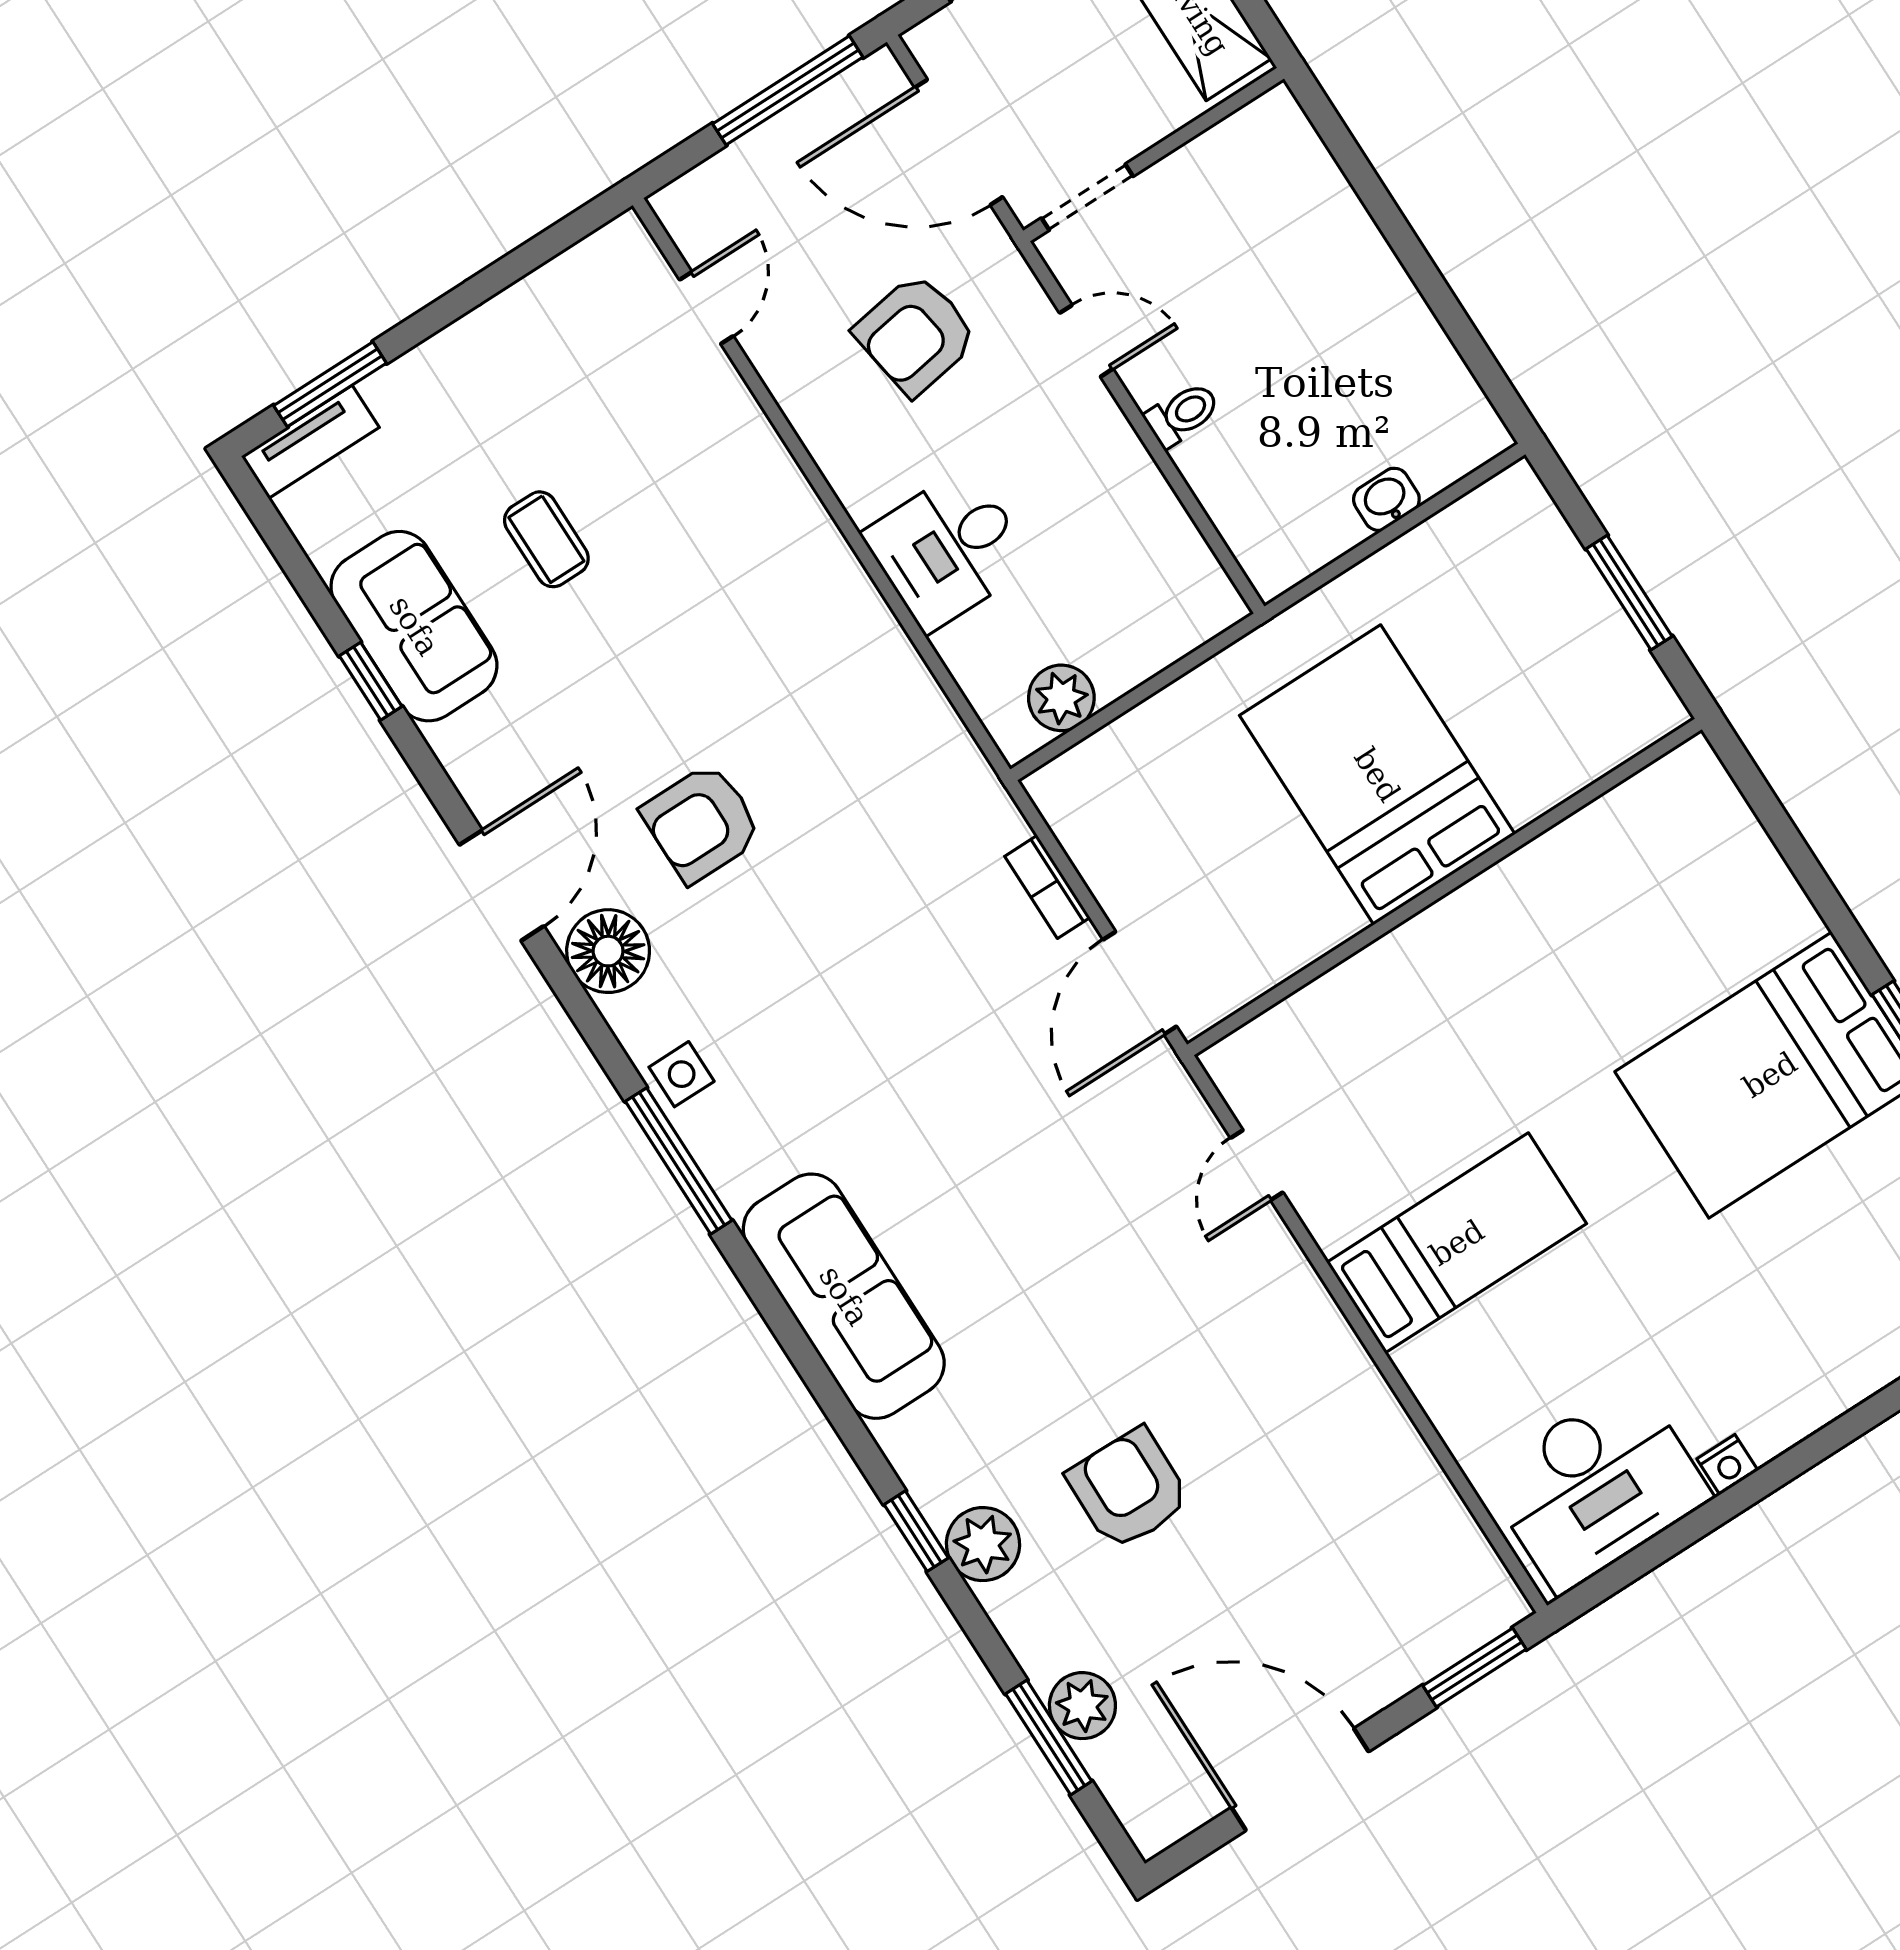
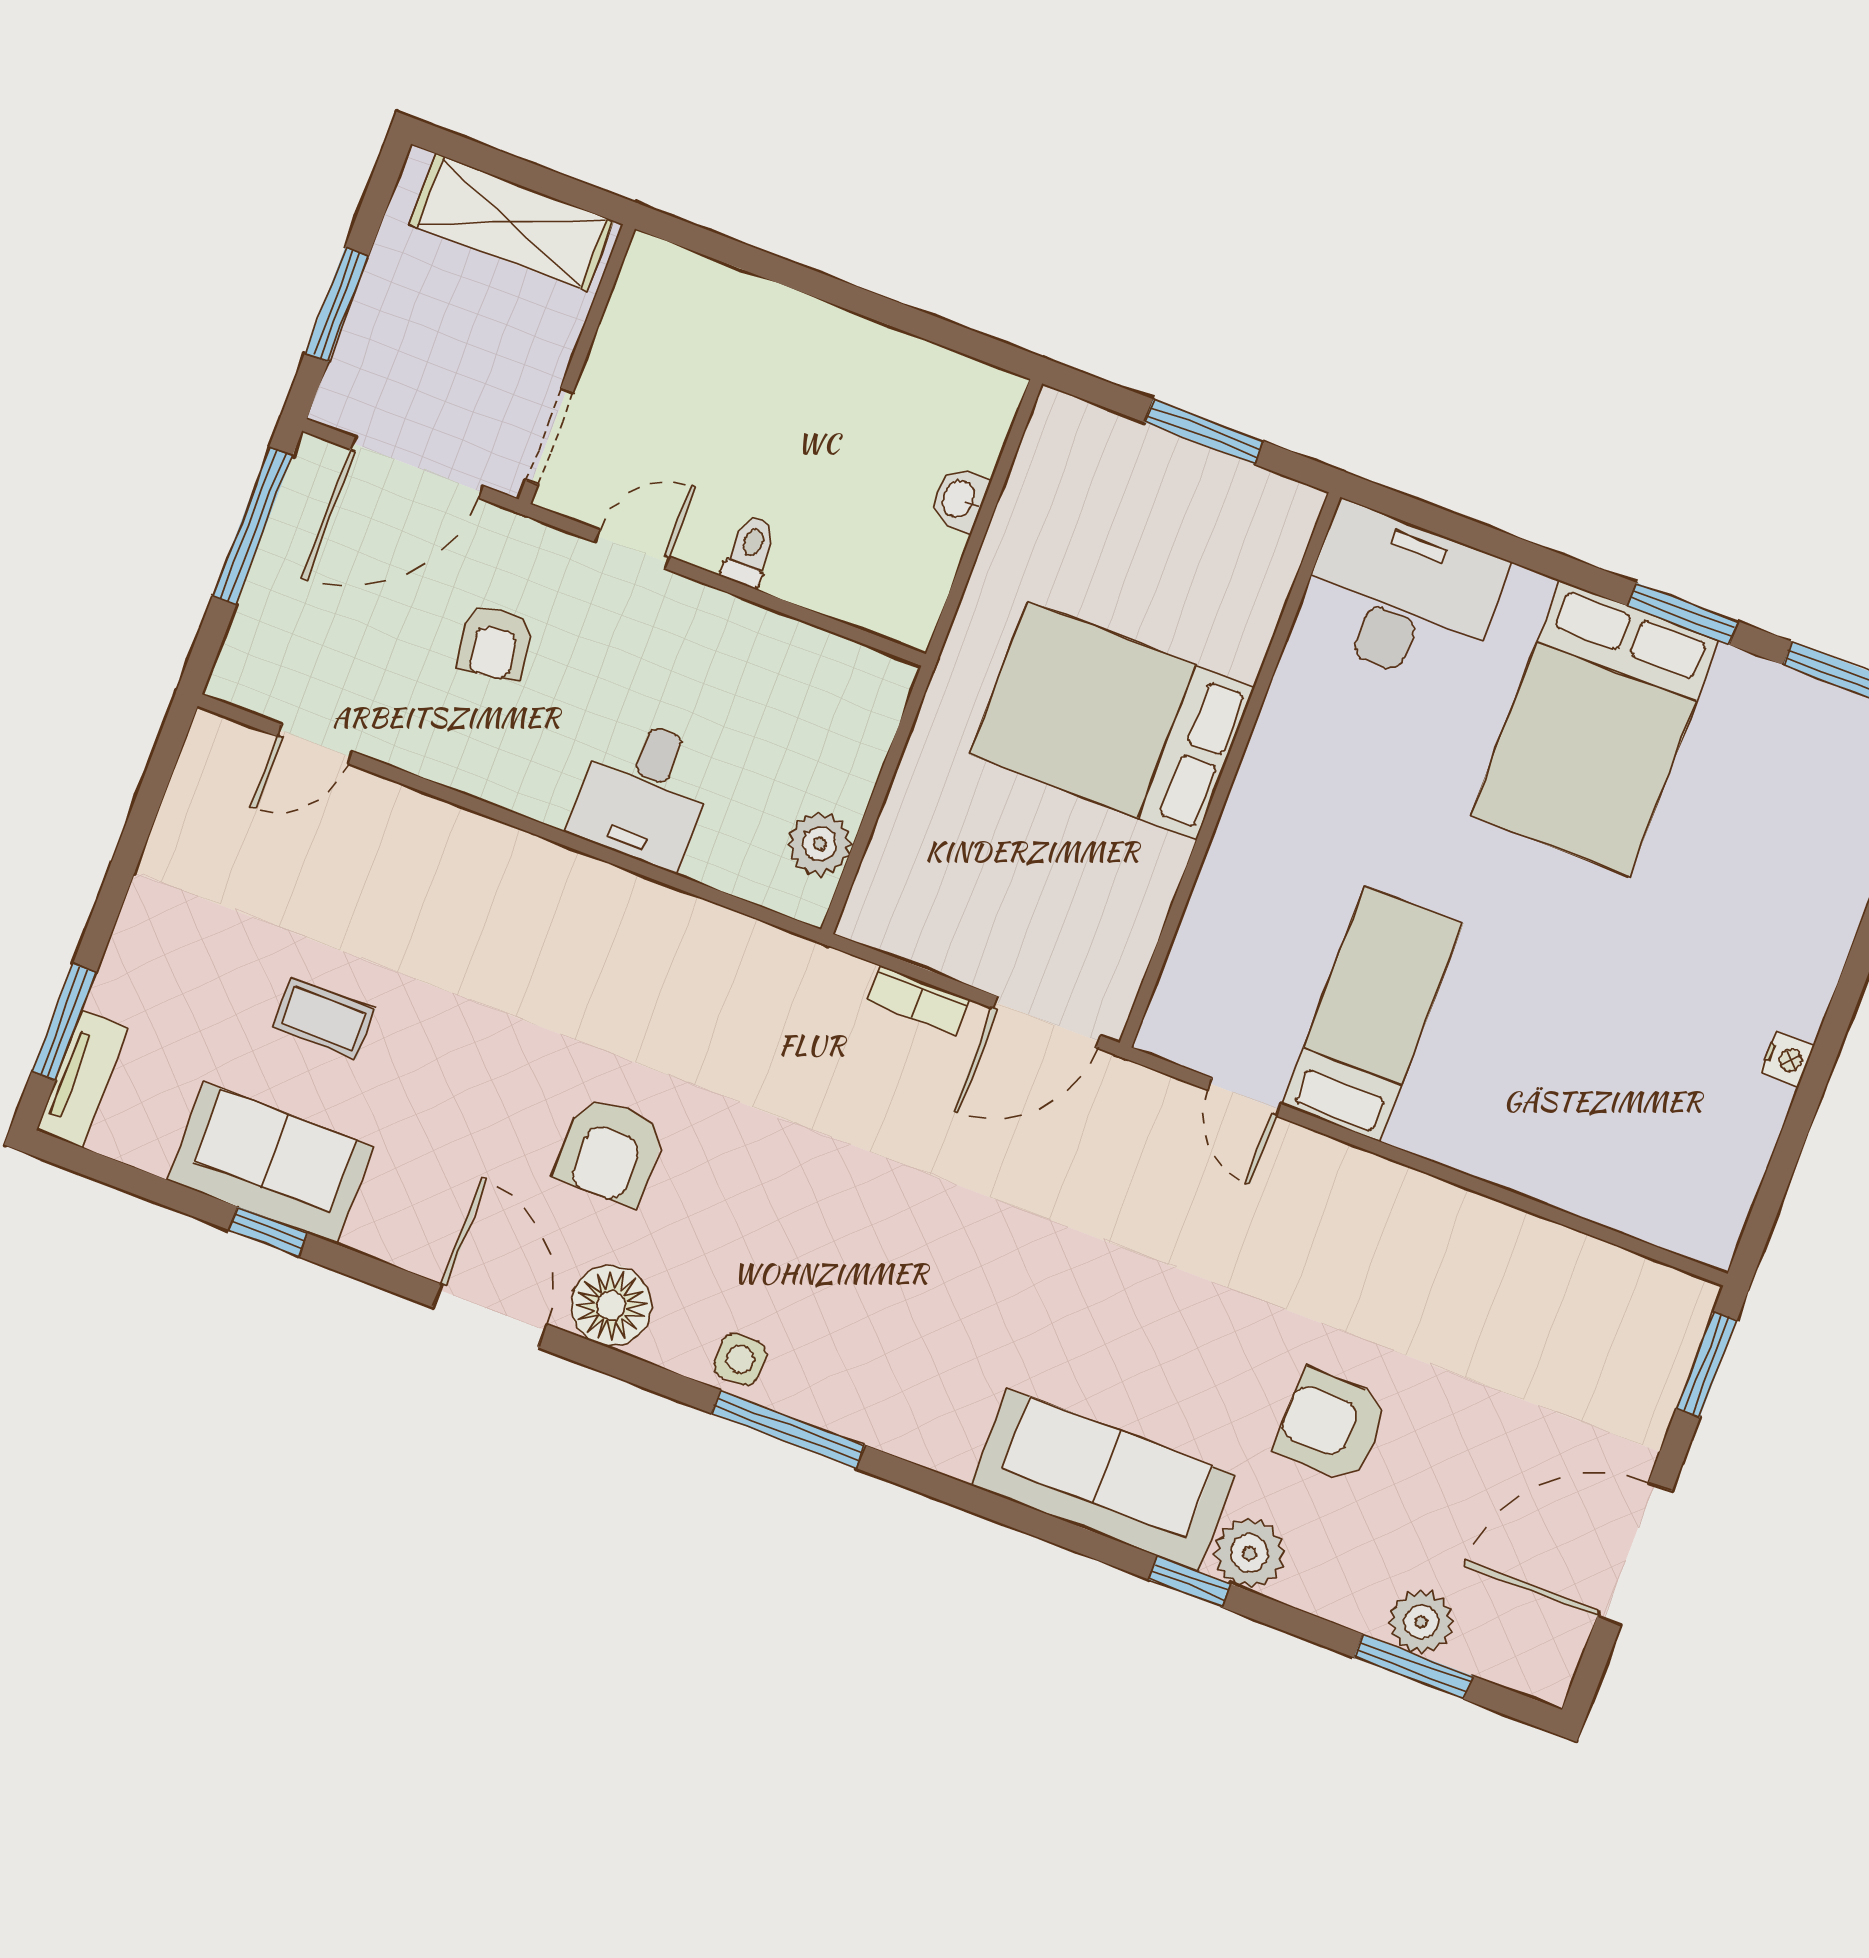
door: (706, 308) -> (315, 744), swing flipped
armchair: (916, 334) -> (495, 643), width x0.72, depth x0.72
door: (1140, 983) -> (1047, 1022), hinge flipped
bed: (1457, 1243) -> (1372, 1014), moved
sofa: (844, 1296) -> (1103, 1480), moved
desk: (1597, 1486) -> (1400, 596), moved, turned -90

